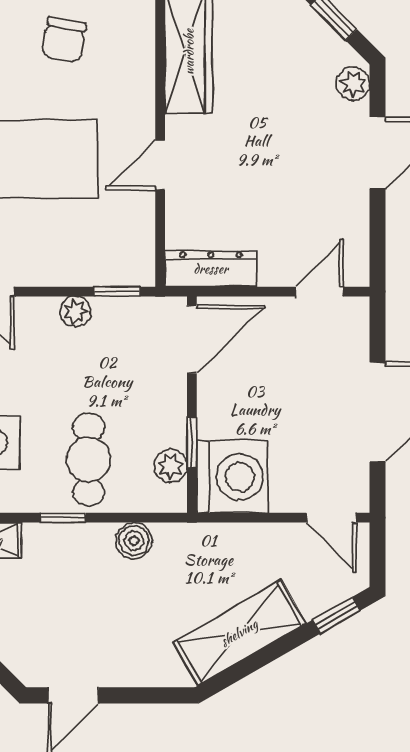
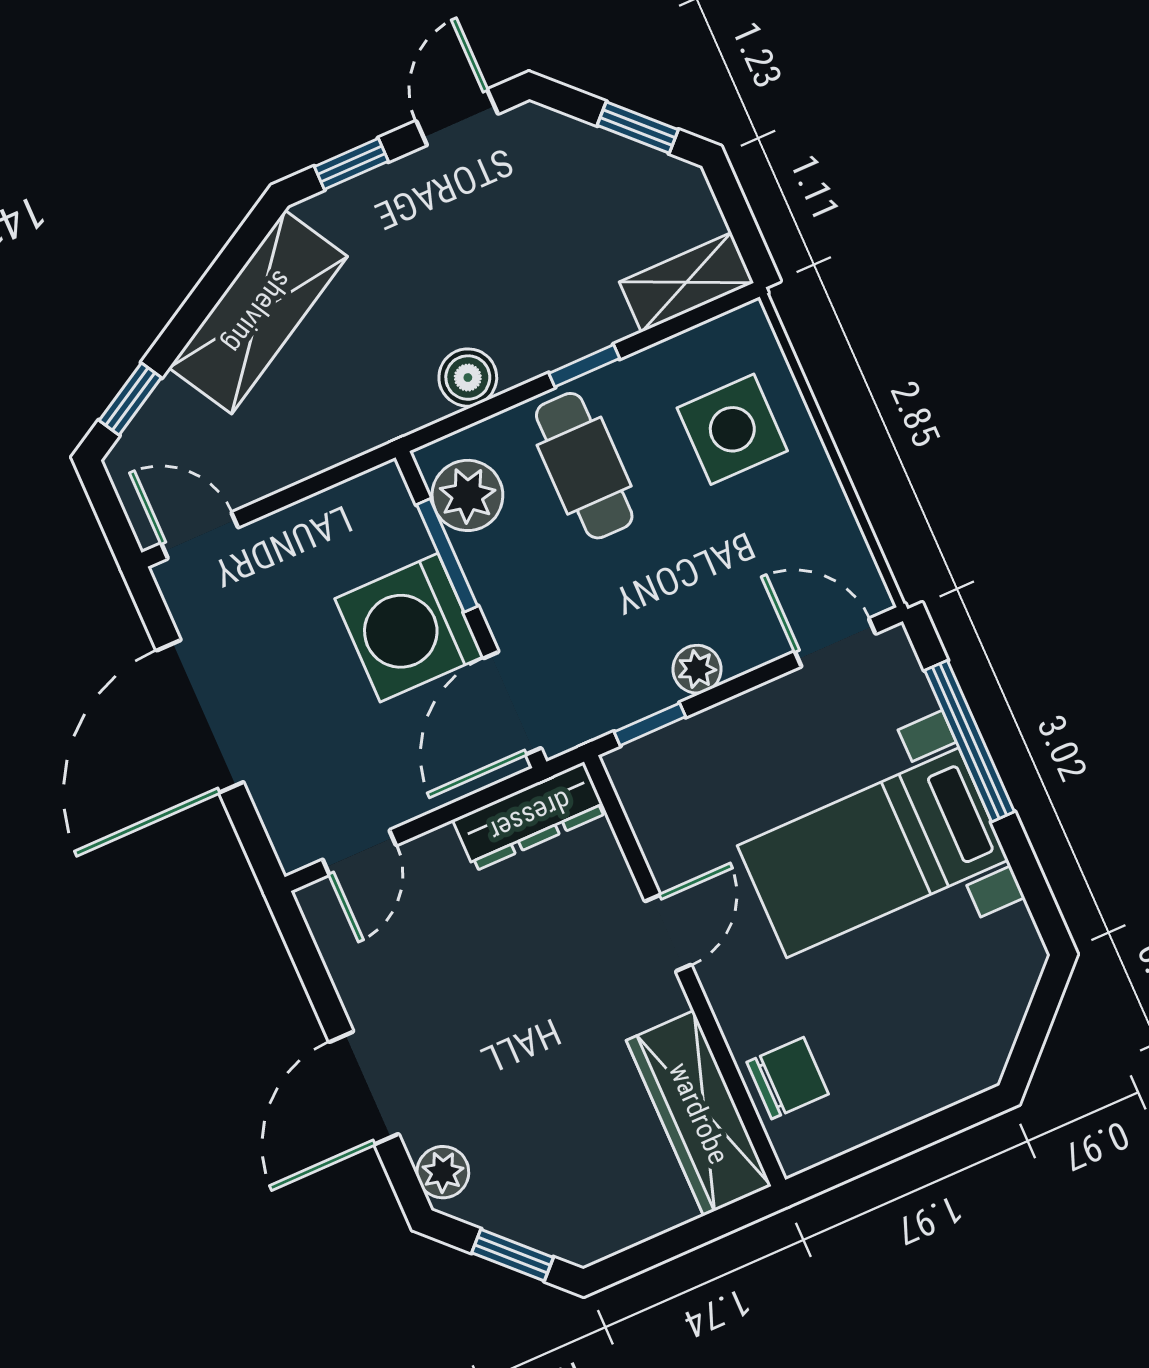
chair: (64, 40) -> (788, 1078), moved, turned 79
window: (192, 442) -> (447, 555), width x1.50
plant: (171, 466) -> (467, 495), width x1.38, depth x1.38
washing machine: (233, 477) -> (409, 628), moved
window: (147, 695) -> (351, 164), added

